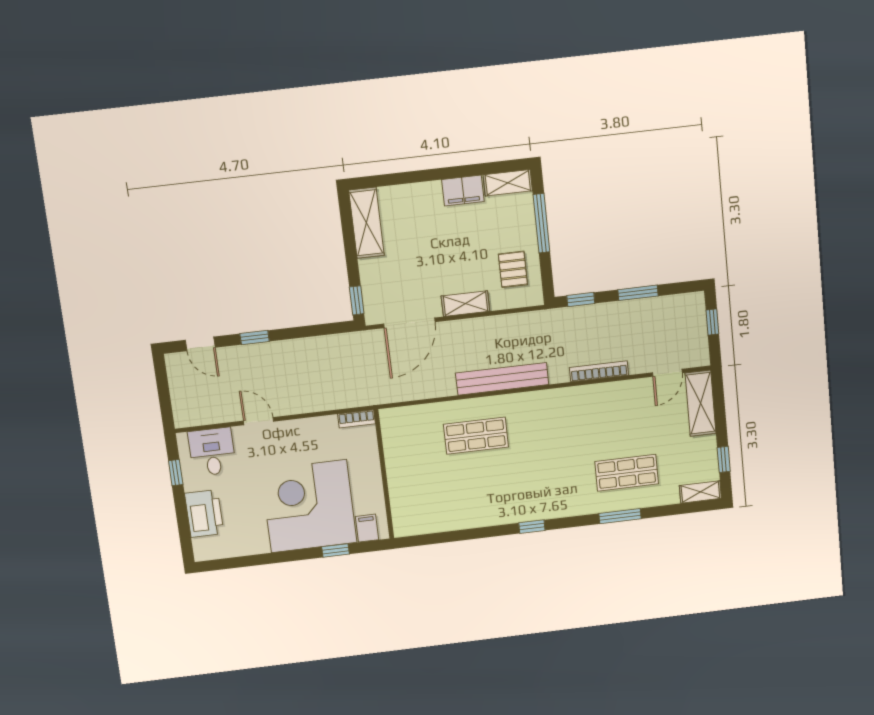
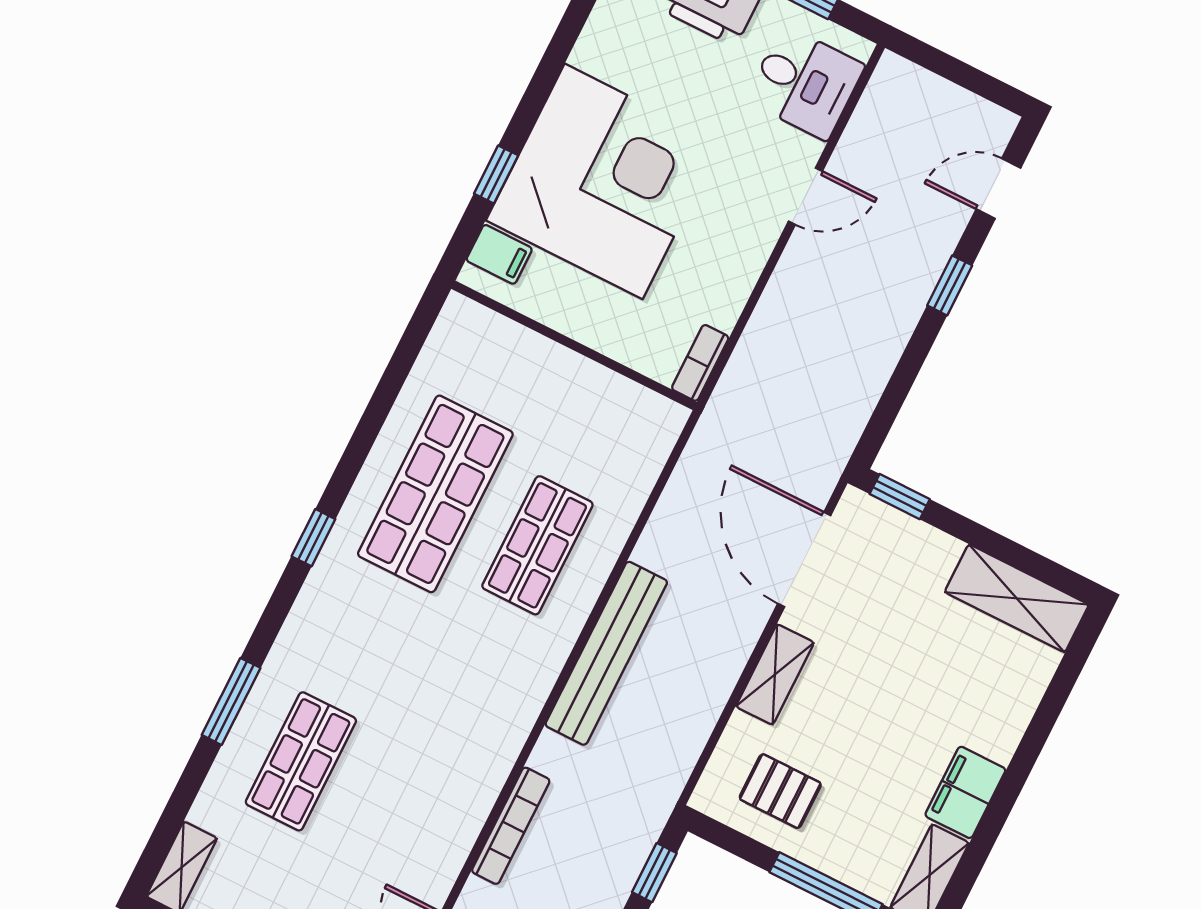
shop shelf: (482, 490) -> (435, 494), added

